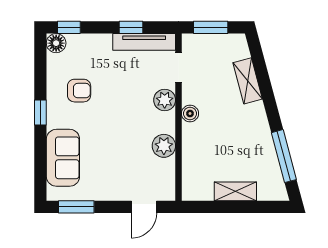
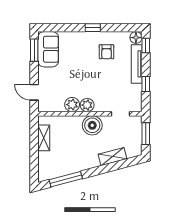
tv unit: (144, 42) -> (137, 64), moved
plant: (165, 100) -> (87, 105), moved
boiler: (190, 113) -> (92, 125), width x1.86, depth x1.86
sofa: (63, 158) -> (48, 49), moved, turned -90
shelving: (235, 191) -> (44, 138), moved

